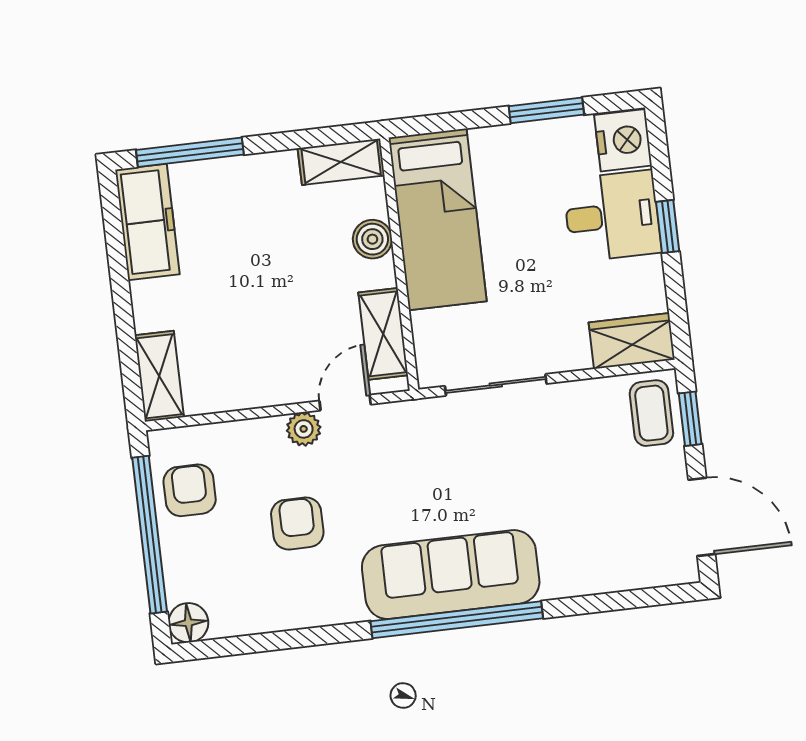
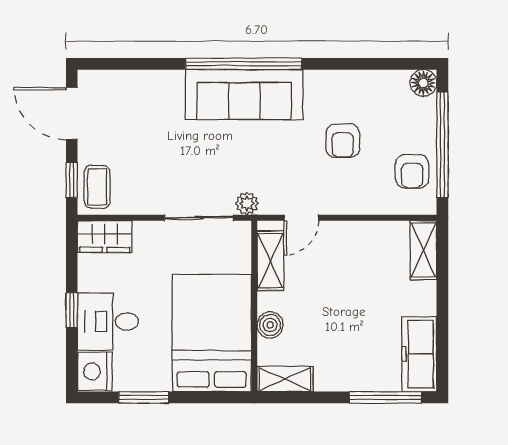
bed: (438, 219) -> (212, 333), width x1.50
plant: (304, 429) -> (247, 203), moved

